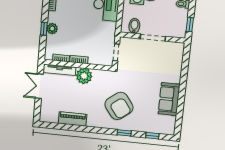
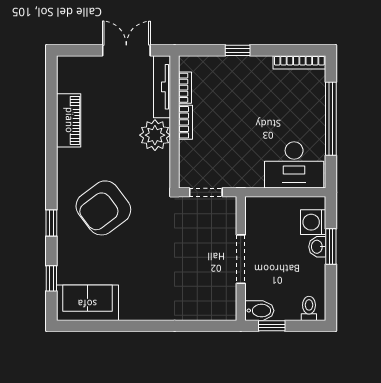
bidet: (134, 26) -> (259, 311), moved
plant: (52, 29) -> (240, 66), removed
sofa: (169, 99) -> (87, 303), moved

